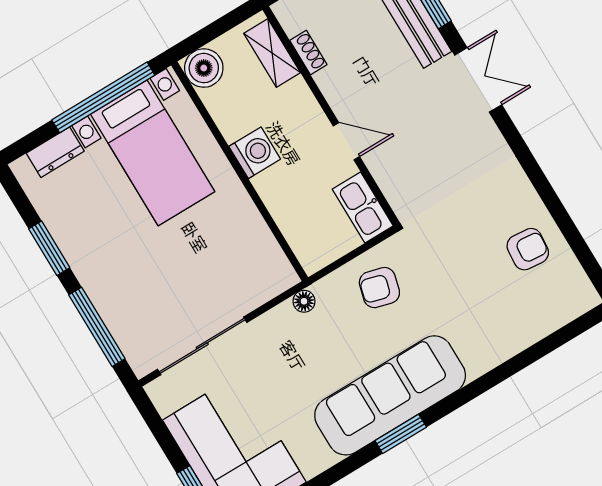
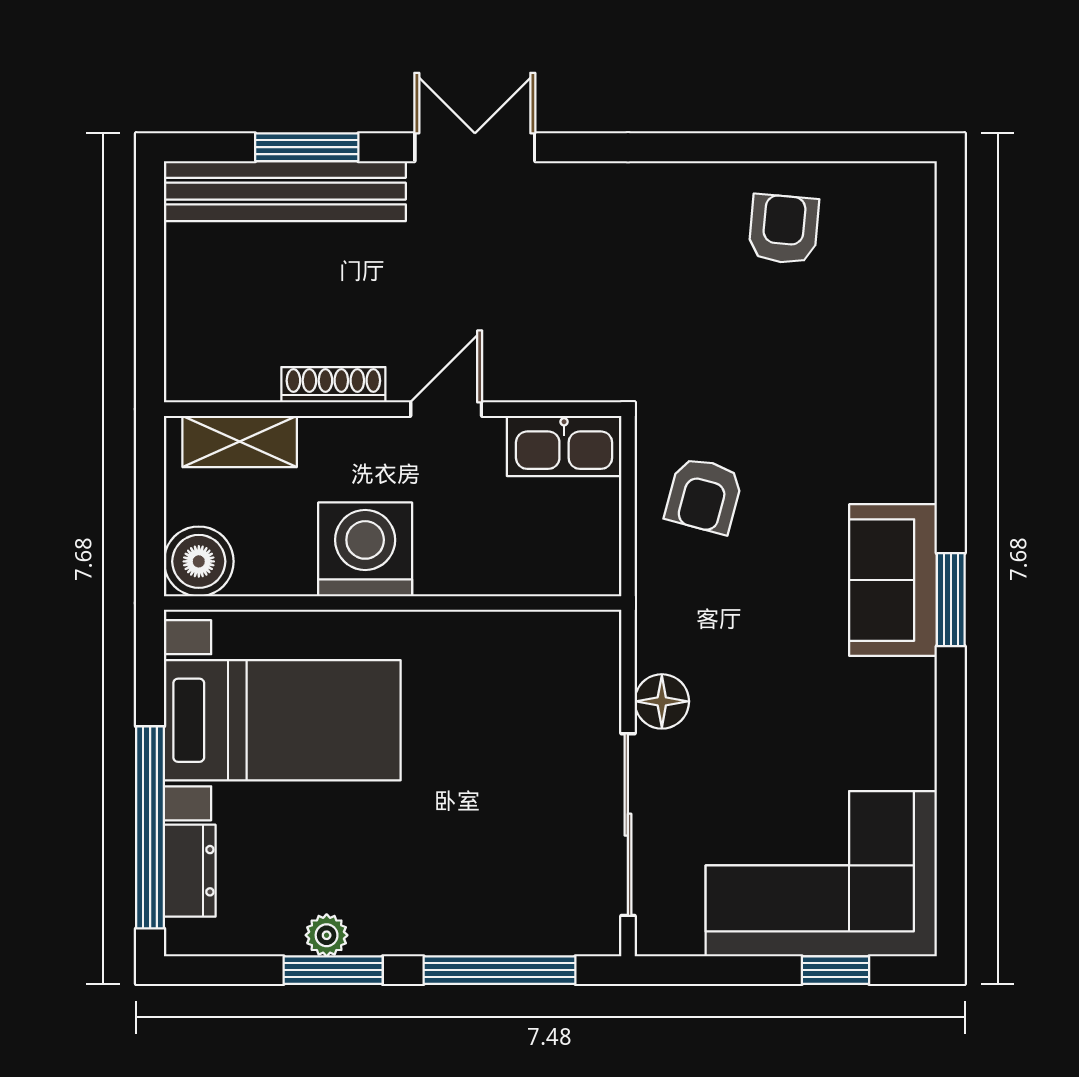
shoe rack: (308, 52) -> (333, 385), moved, width x1.43
window: (103, 97) -> (150, 827), moved
washing machine: (255, 153) -> (365, 549), width x1.37, depth x1.37
plant: (64, 235) -> (327, 935), added
floor lamp: (304, 301) -> (662, 701), moved, width x1.37, depth x1.37
sofa: (390, 395) -> (893, 580), width x0.54, depth x0.79

